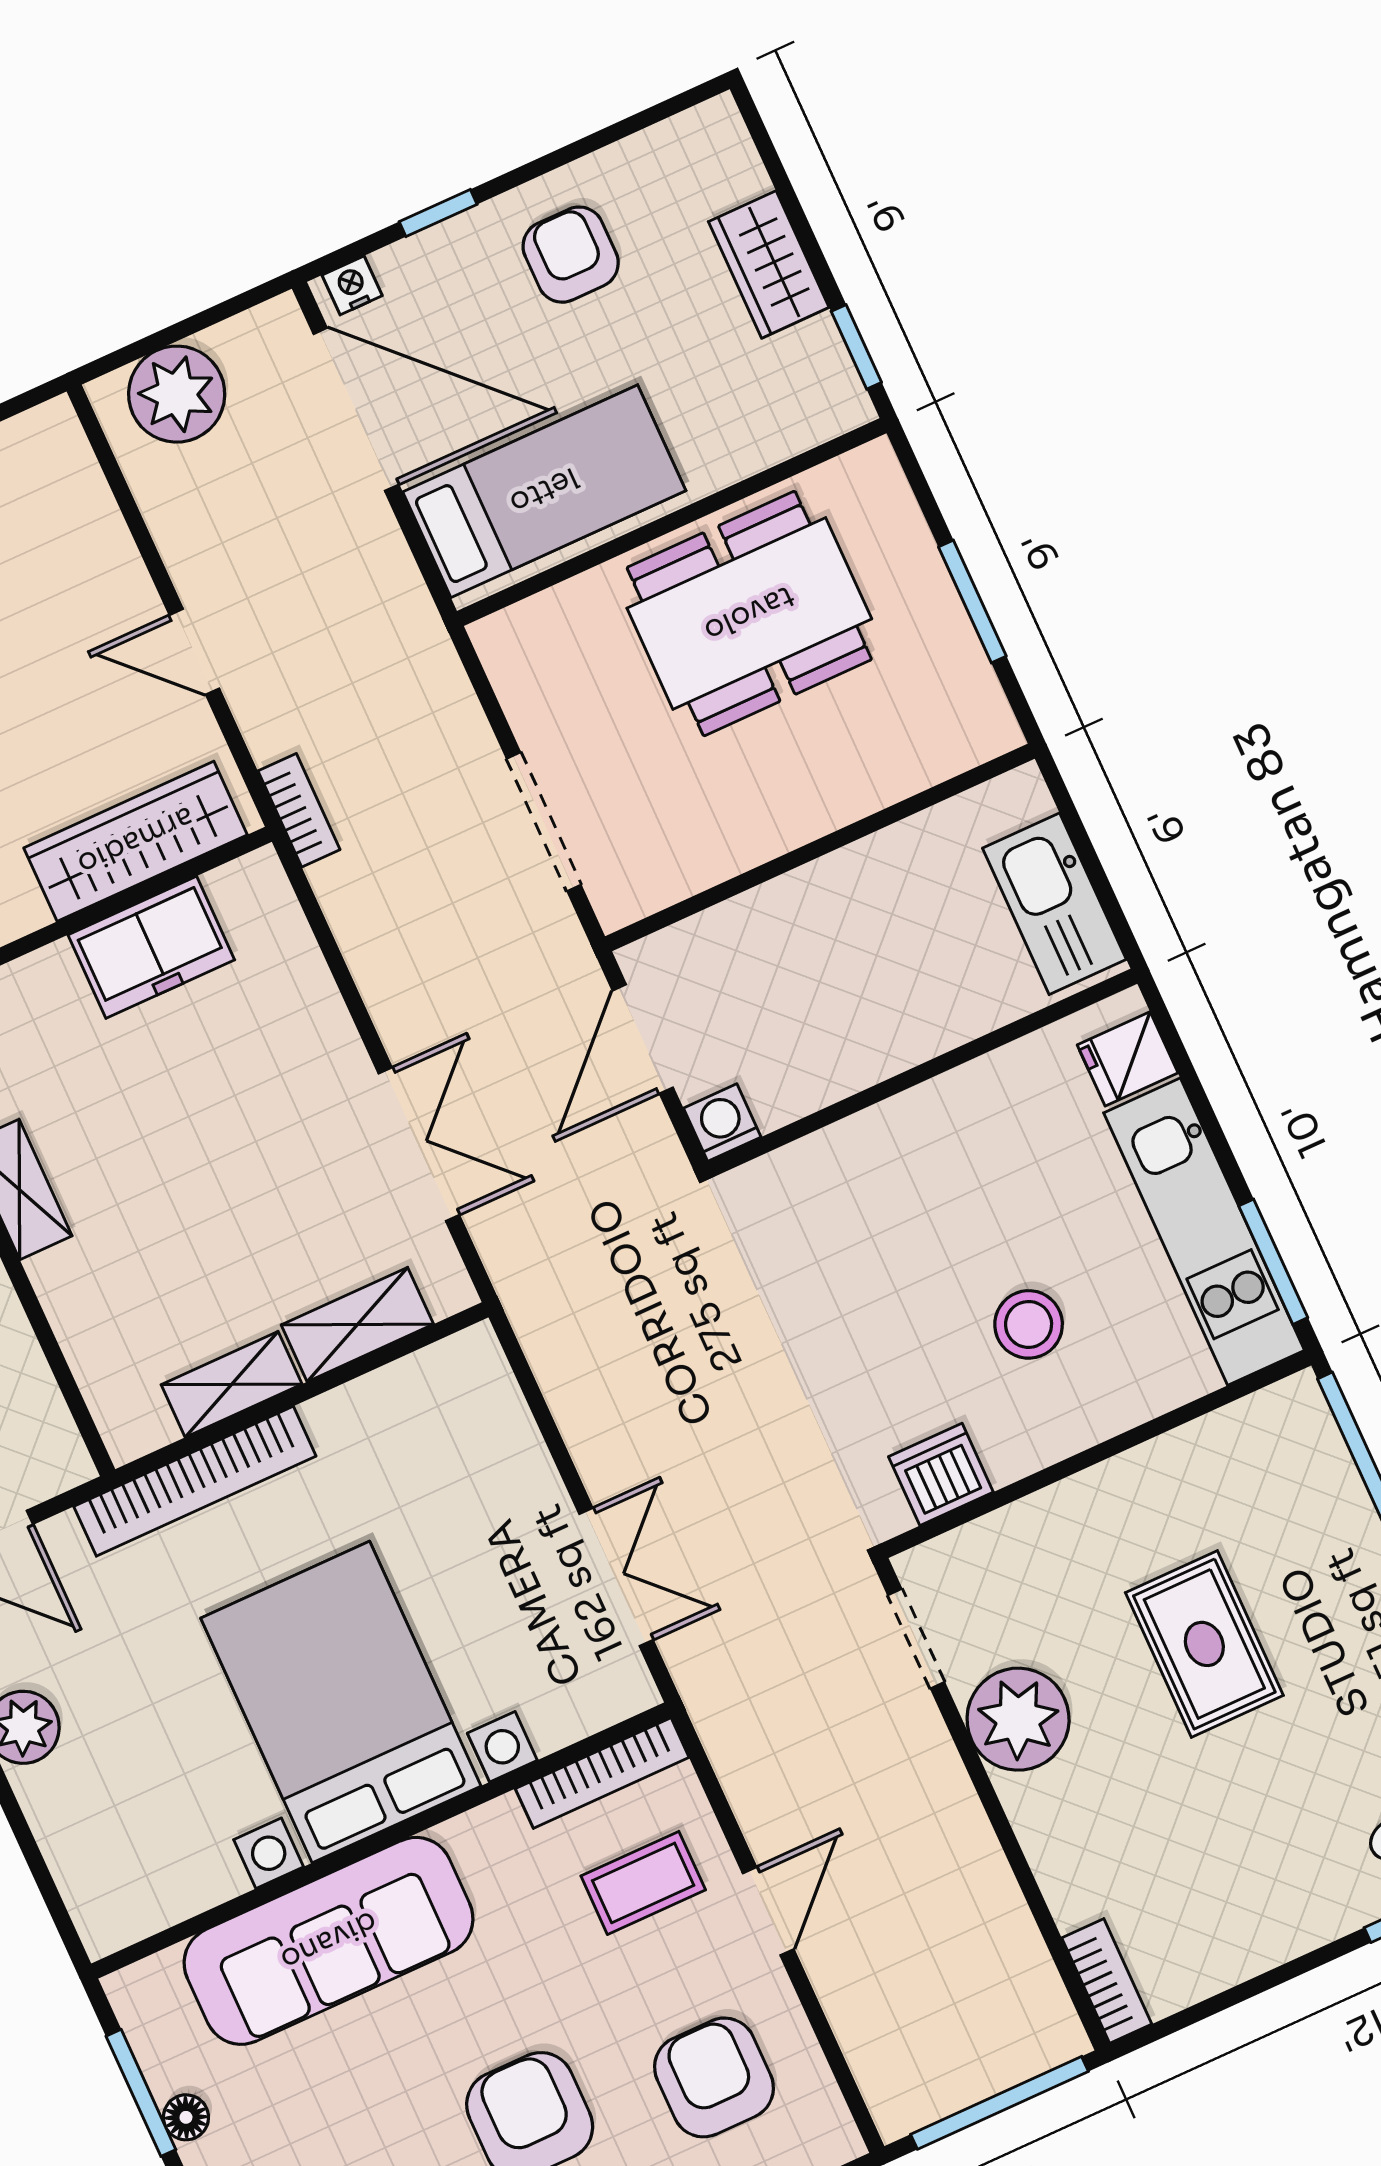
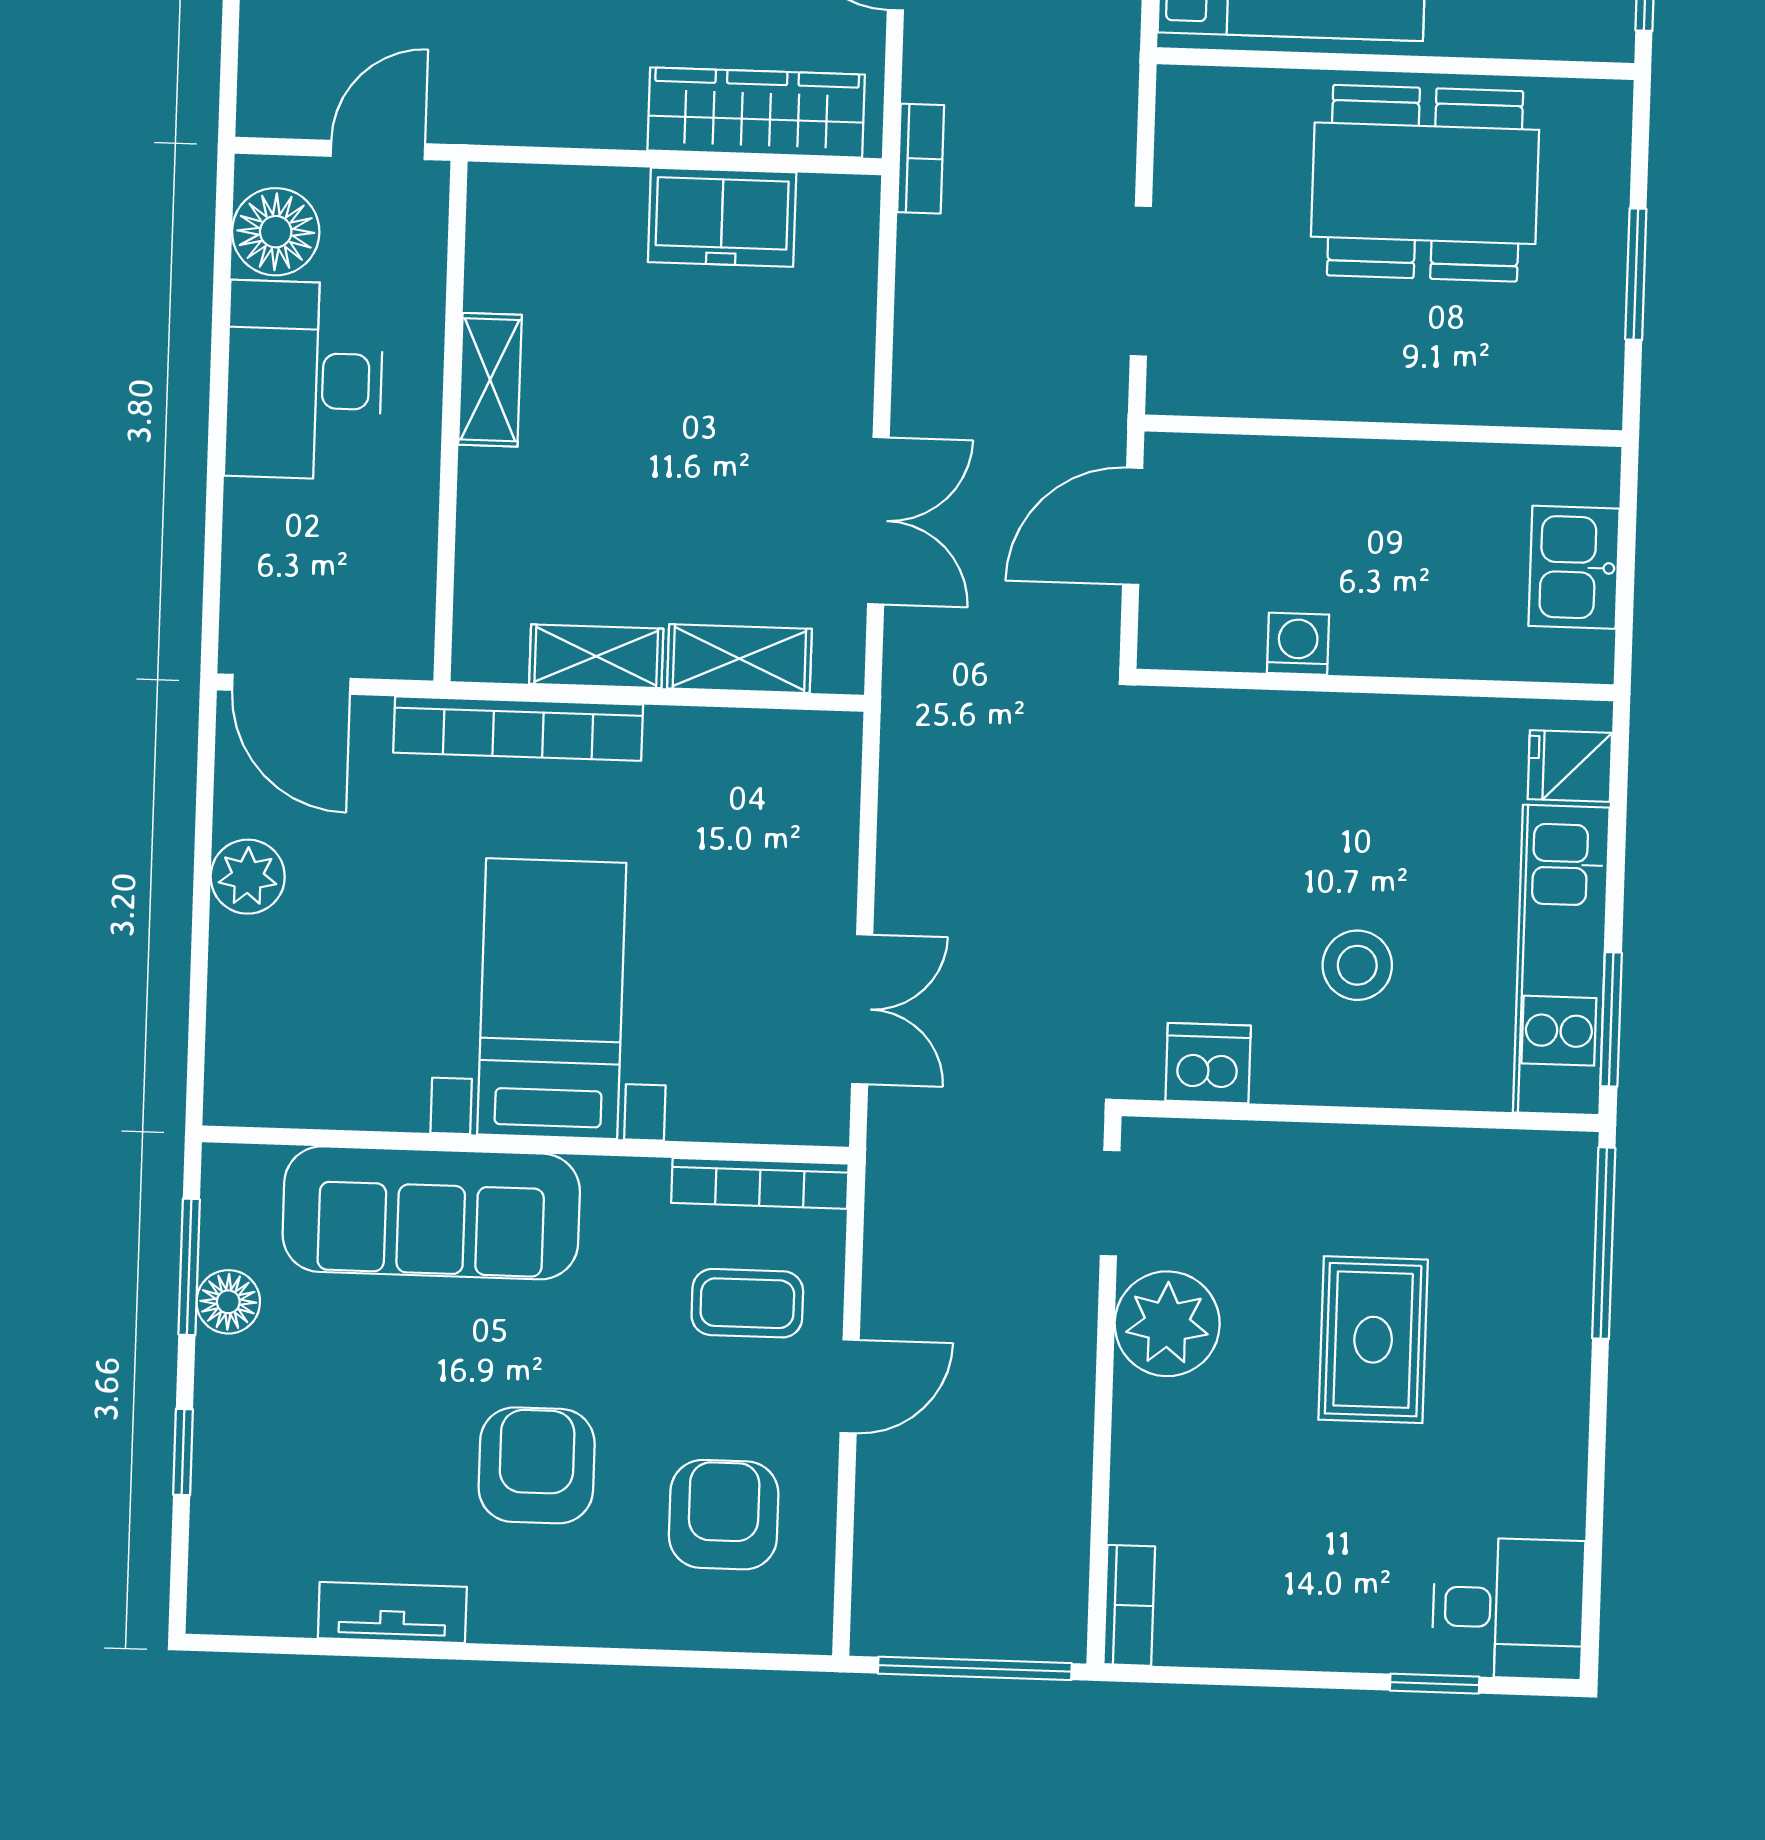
kitchen sink: (1054, 904) -> (1574, 567), width x0.73
washing machine: (722, 1123) -> (1298, 644), moved
bed with nightstands: (341, 1702) -> (552, 999), width x0.73
floor lamp: (186, 2117) -> (228, 1302), width x1.37, depth x1.37

